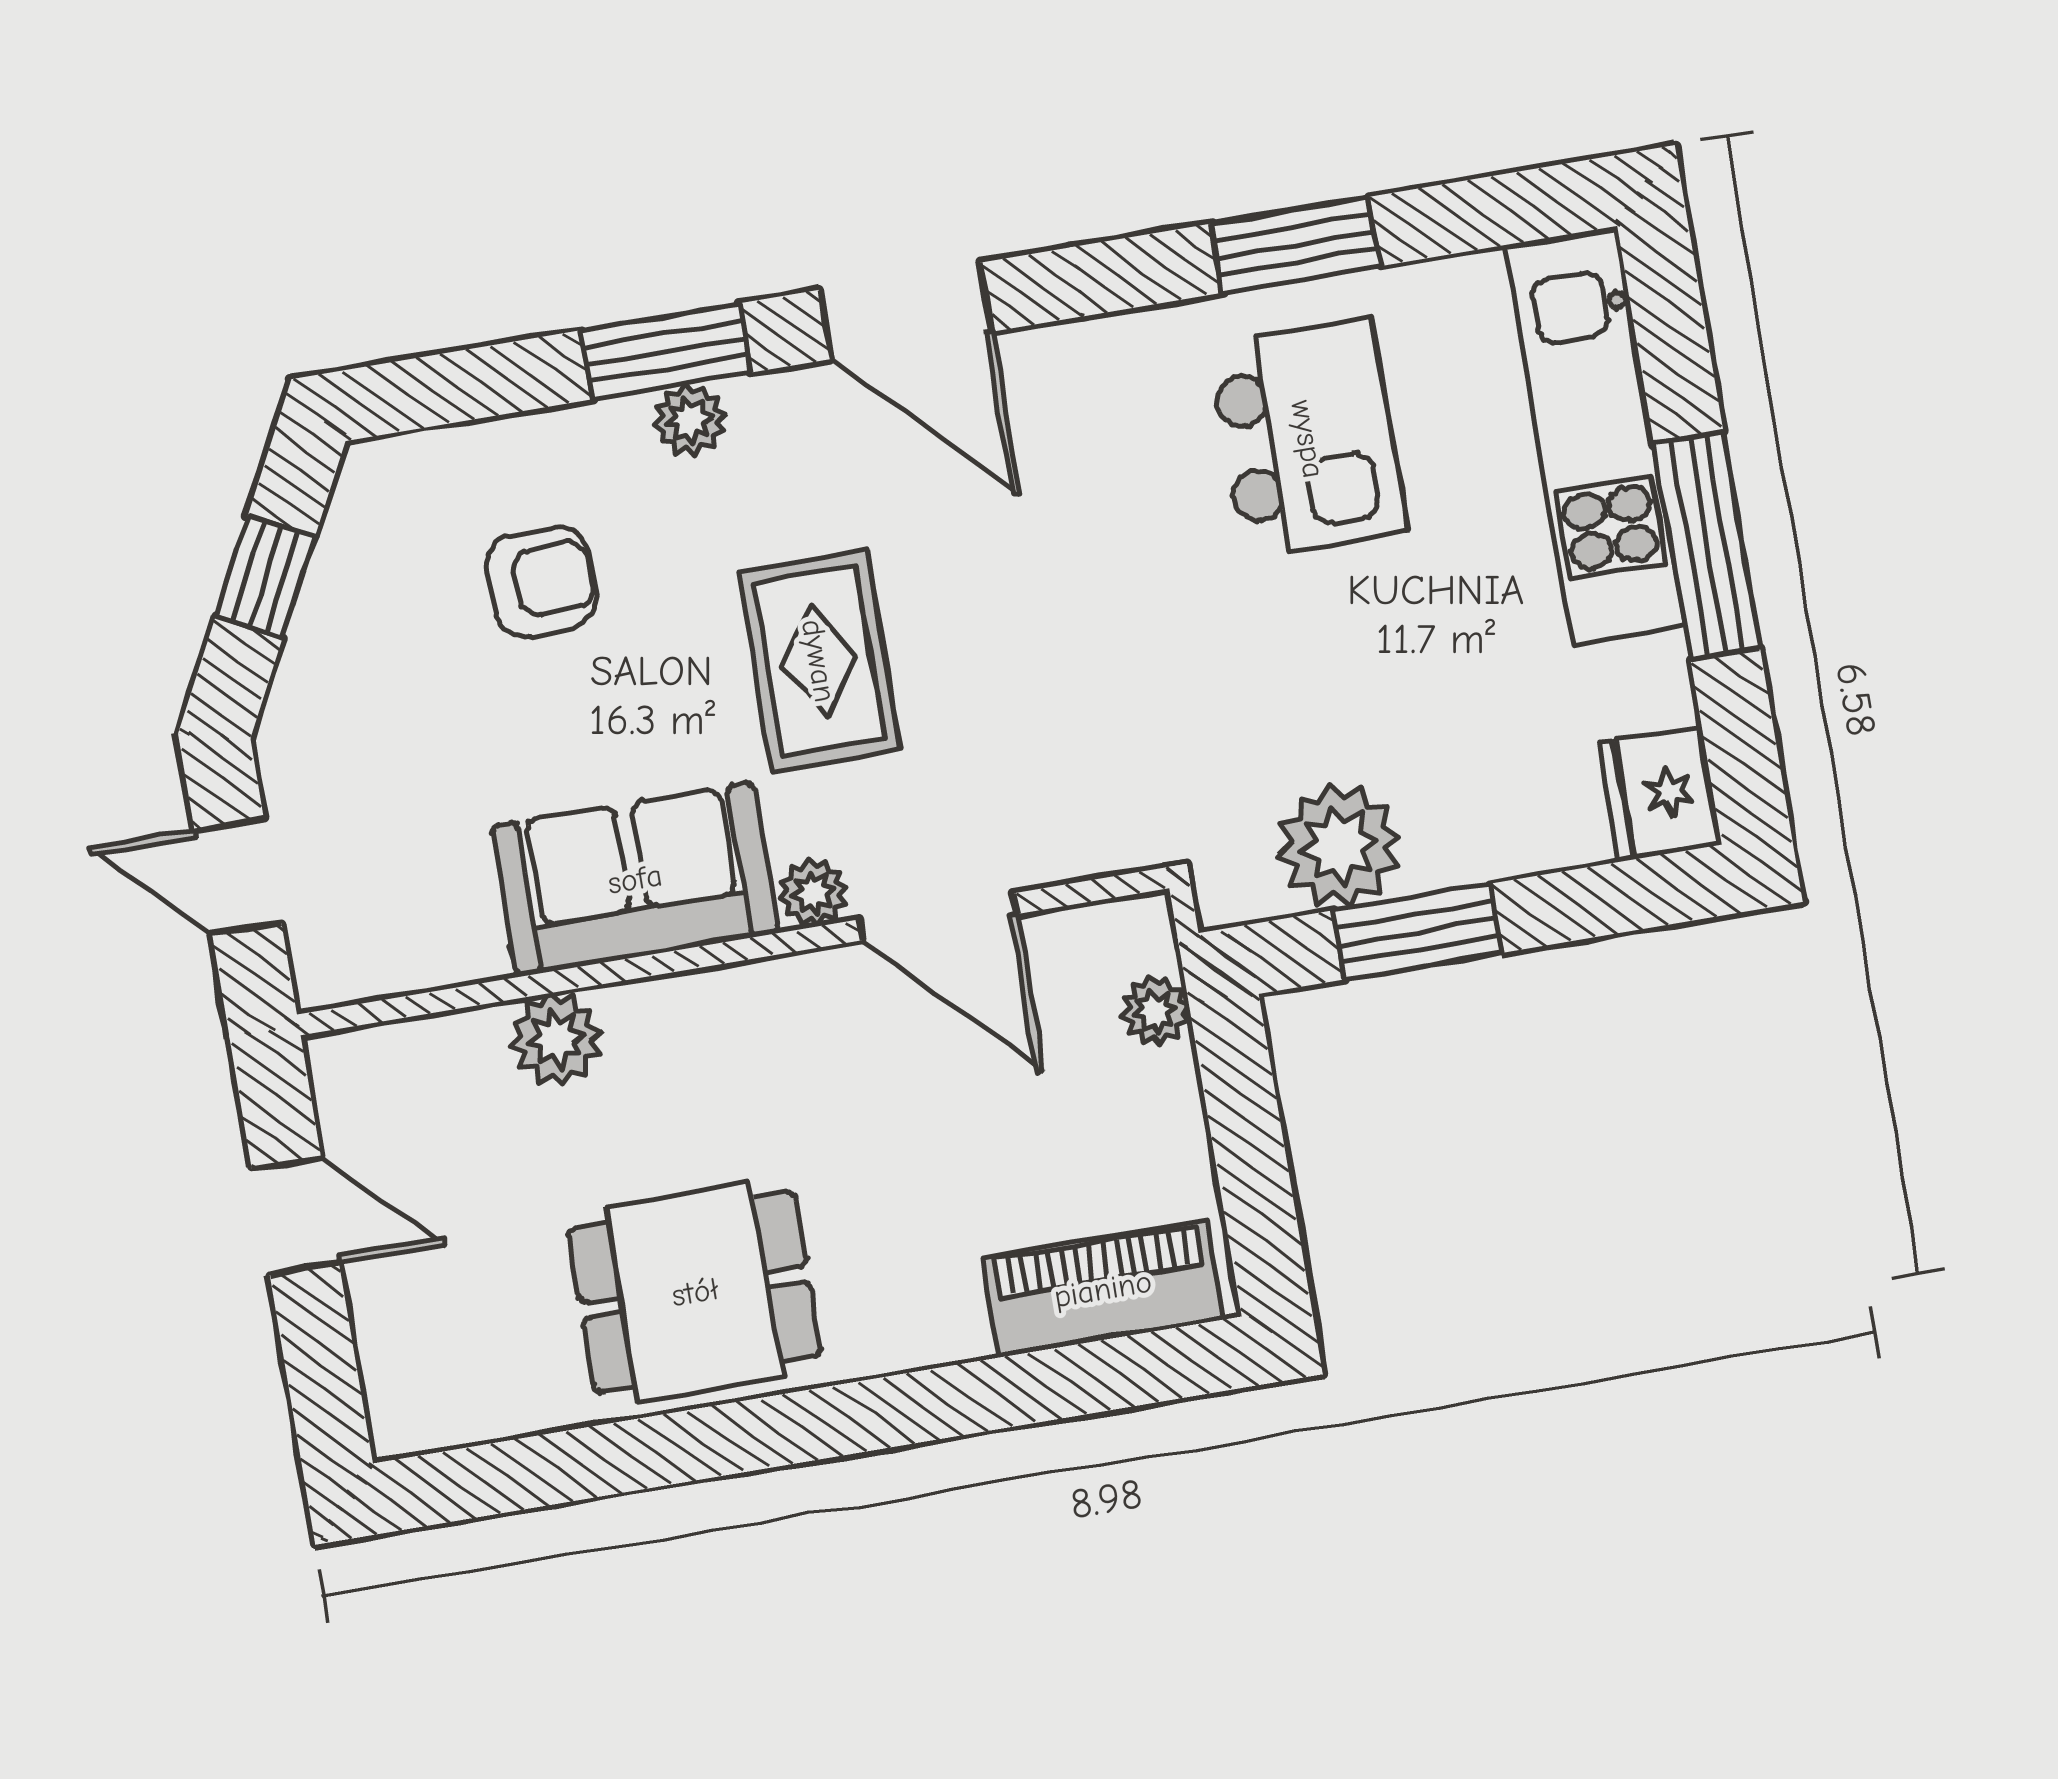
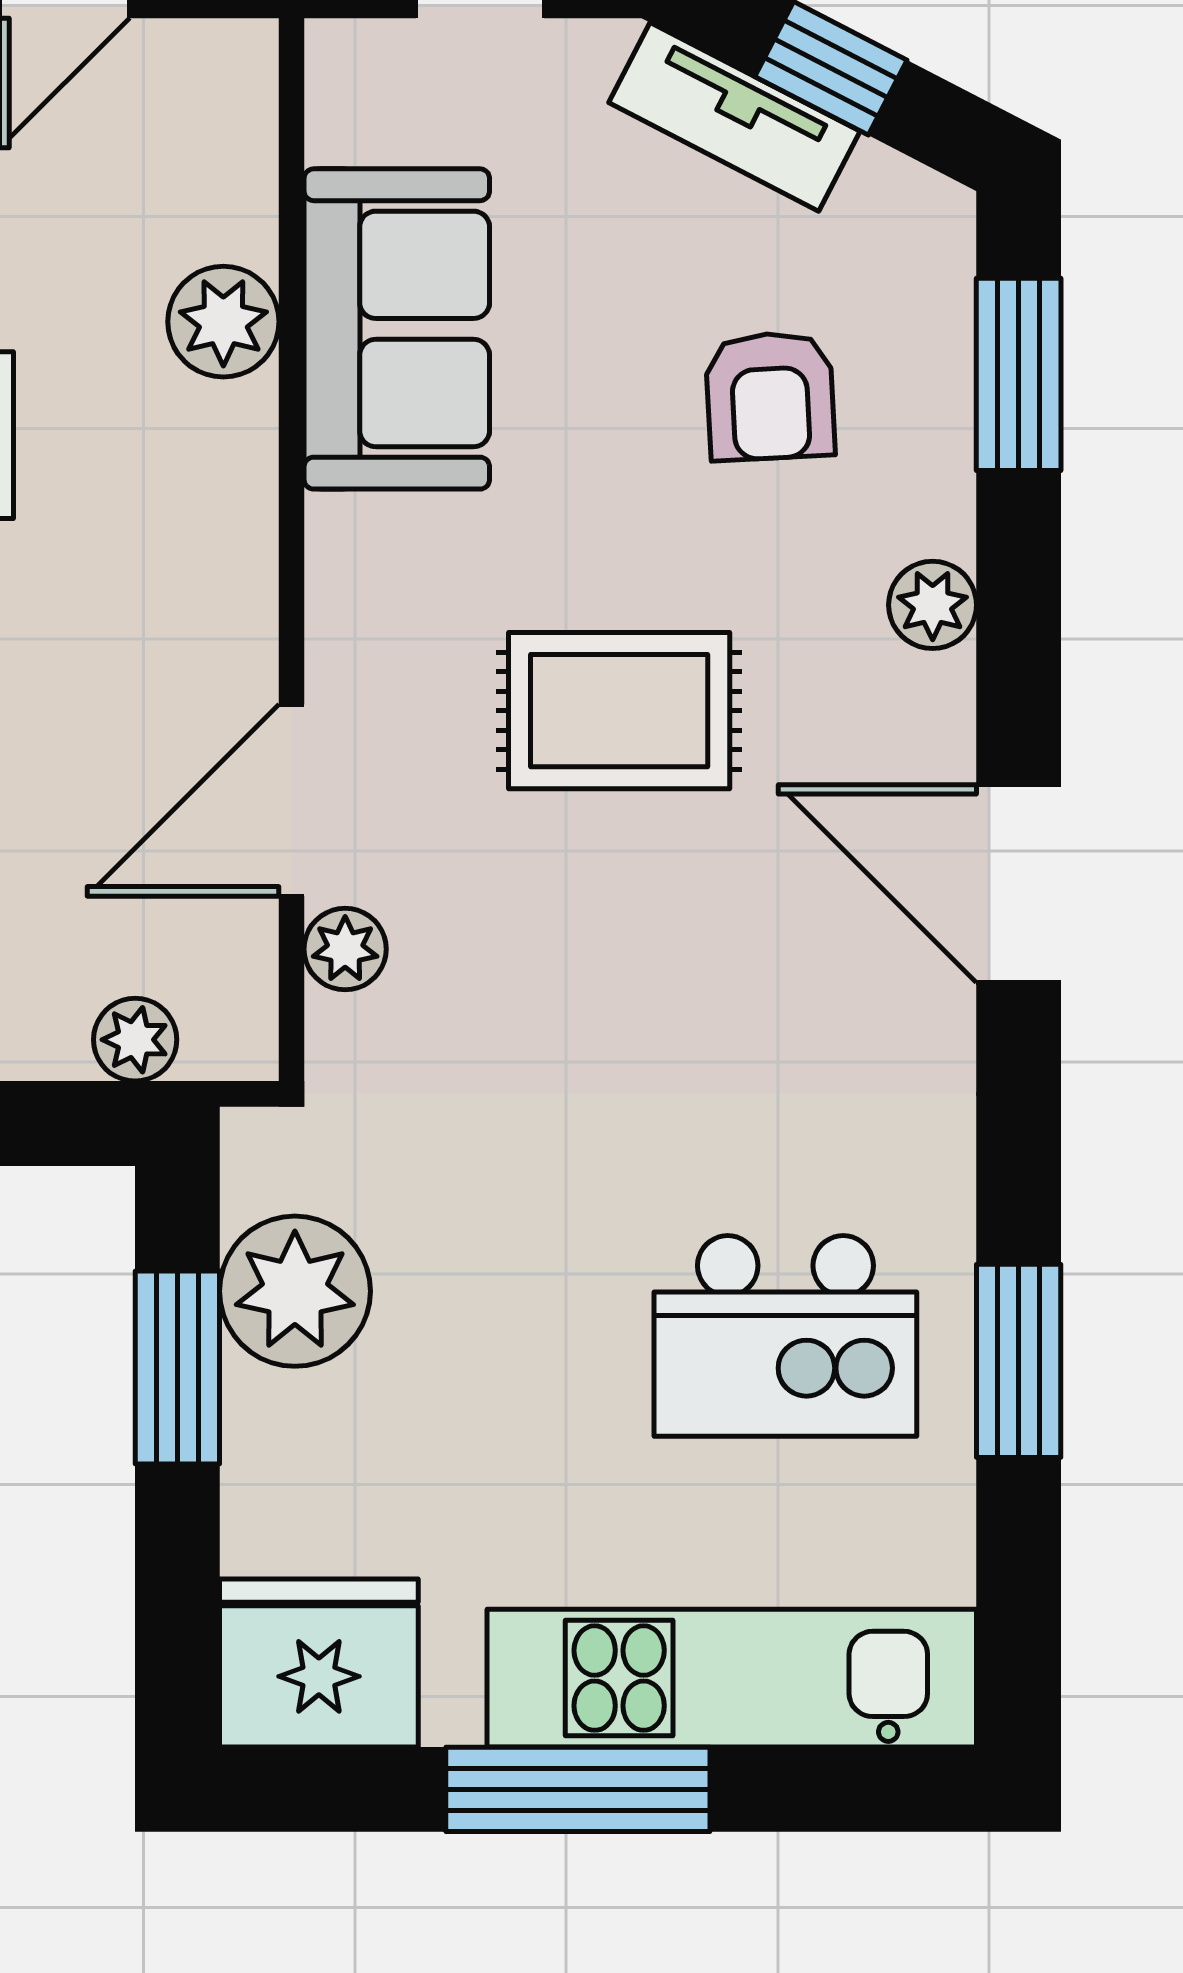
door: (906, 311) -> (1019, 884), hinge flipped
window: (666, 351) -> (1019, 374), moved
tv unit: (318, 649) -> (734, 117), added
fridge: (1660, 794) -> (319, 1663), width x1.36, depth x1.34
sofa: (635, 879) -> (397, 329), moved
plant: (813, 893) -> (345, 949), moved

